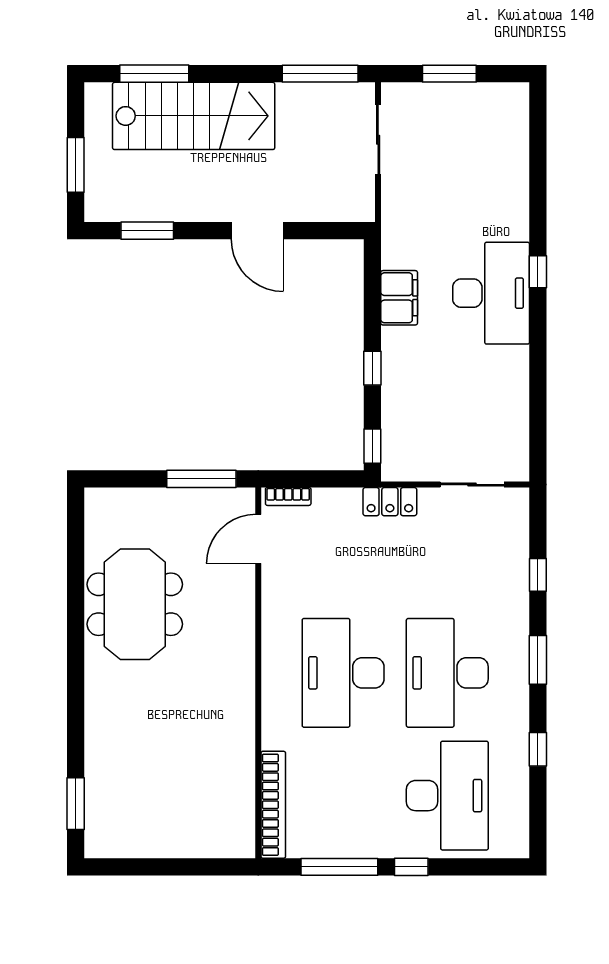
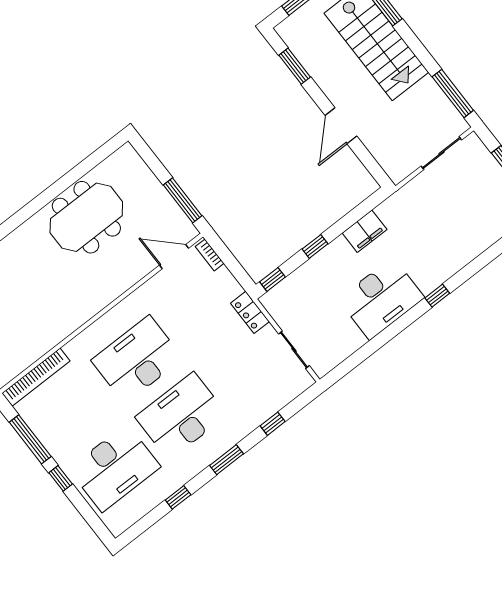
desk: (491, 293) -> (381, 298), moved

